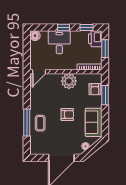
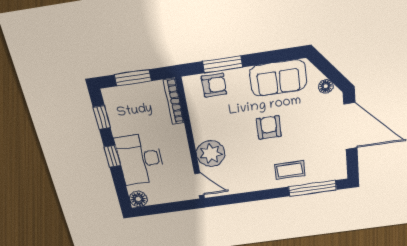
printer: (95, 39) -> (118, 99), removed
desk: (59, 42) -> (140, 159), width x1.37
plant: (69, 81) -> (211, 154), moved
window: (27, 123) -> (312, 188), moved

